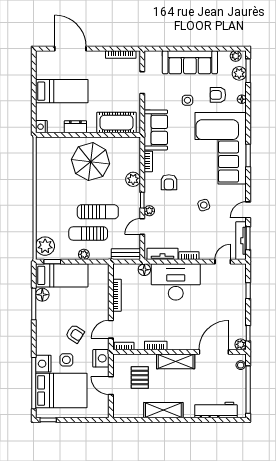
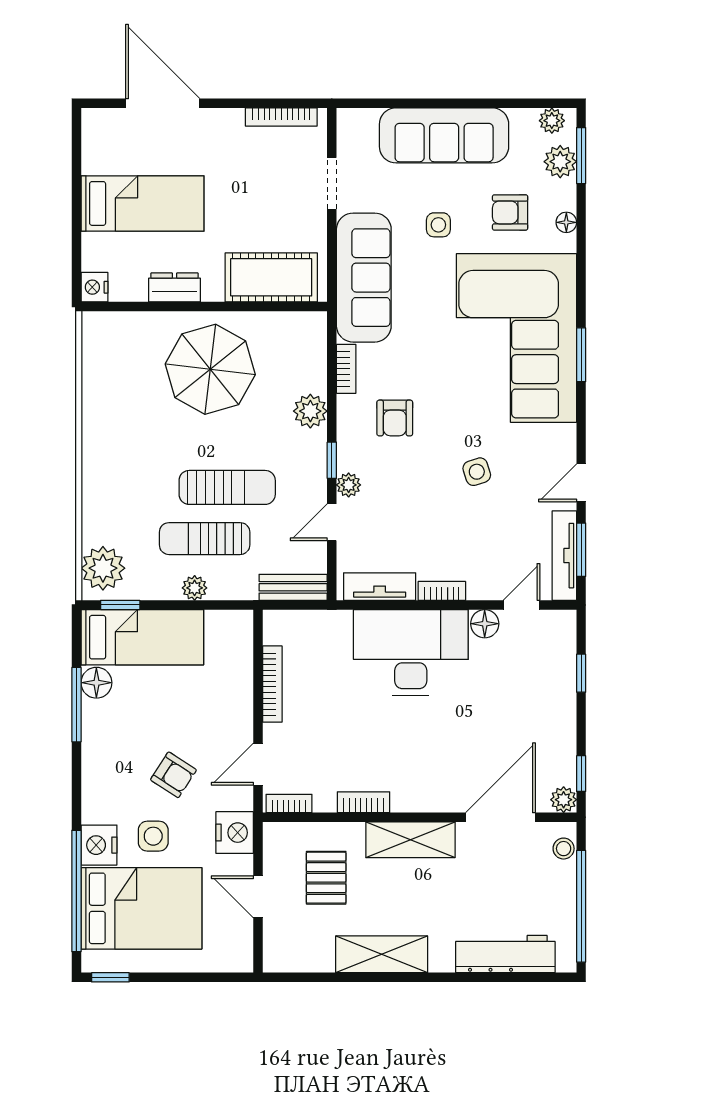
sofa: (156, 130) -> (364, 278), width x1.36
floor lamp: (144, 270) -> (485, 624), moved

